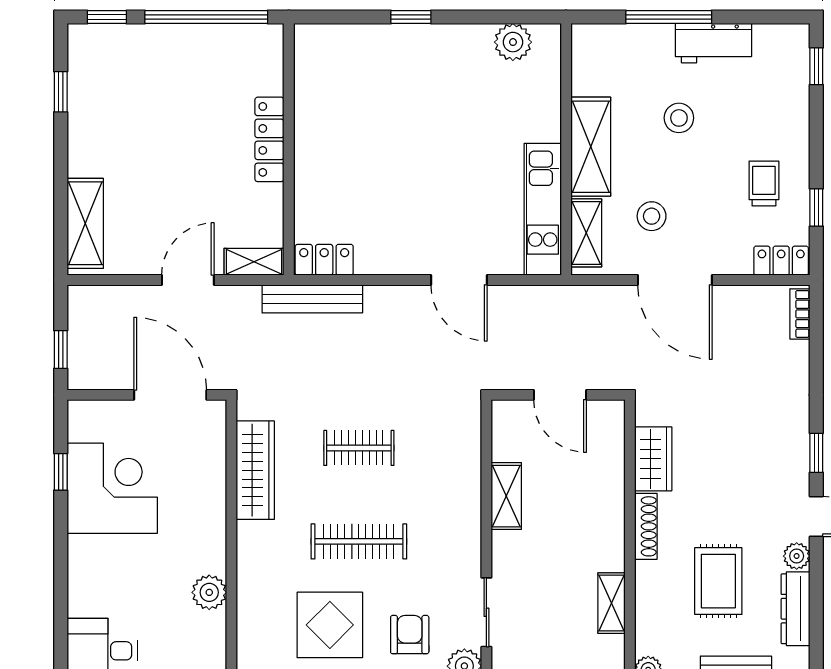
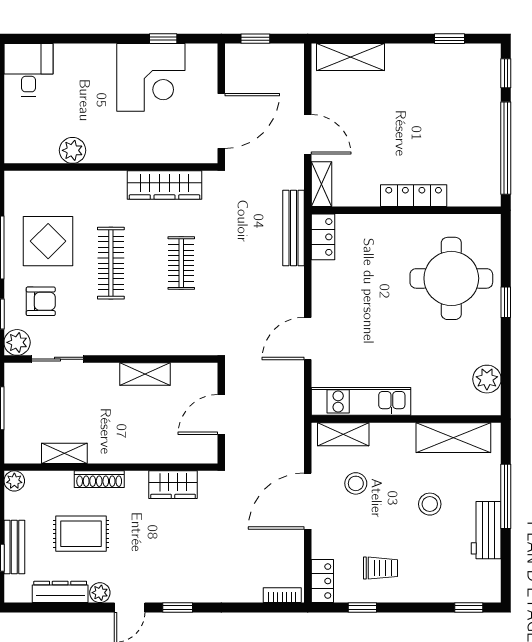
round table: (379, 89) -> (451, 278), added
shelving: (591, 147) -> (453, 438), moved
shoe rack: (646, 526) -> (99, 479), moved

